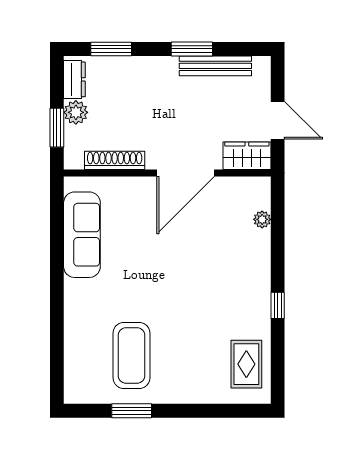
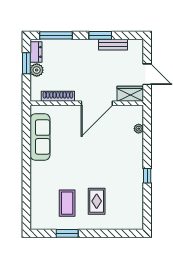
window: (111, 49) -> (56, 35), width x1.44
bench: (215, 66) -> (113, 45), width x0.73
window: (57, 128) -> (26, 63), moved
coffee table: (131, 355) -> (67, 203), width x0.73, depth x0.76
rug: (246, 364) -> (97, 201), moved

